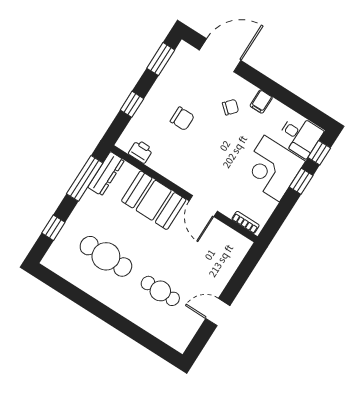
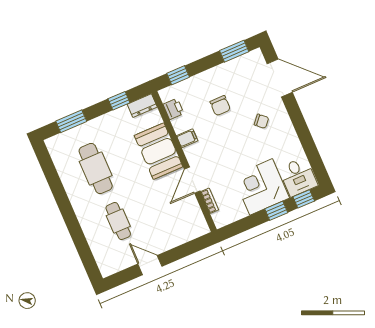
filing cabinet: (261, 102) -> (187, 138), moved, turned 180
window: (132, 104) -> (178, 75), moved
dresser: (106, 174) -> (142, 106), width x0.70
window: (85, 178) -> (119, 101), width x0.46
bookcase: (245, 222) -> (210, 201), moved
window: (53, 228) -> (71, 121), width x1.50

